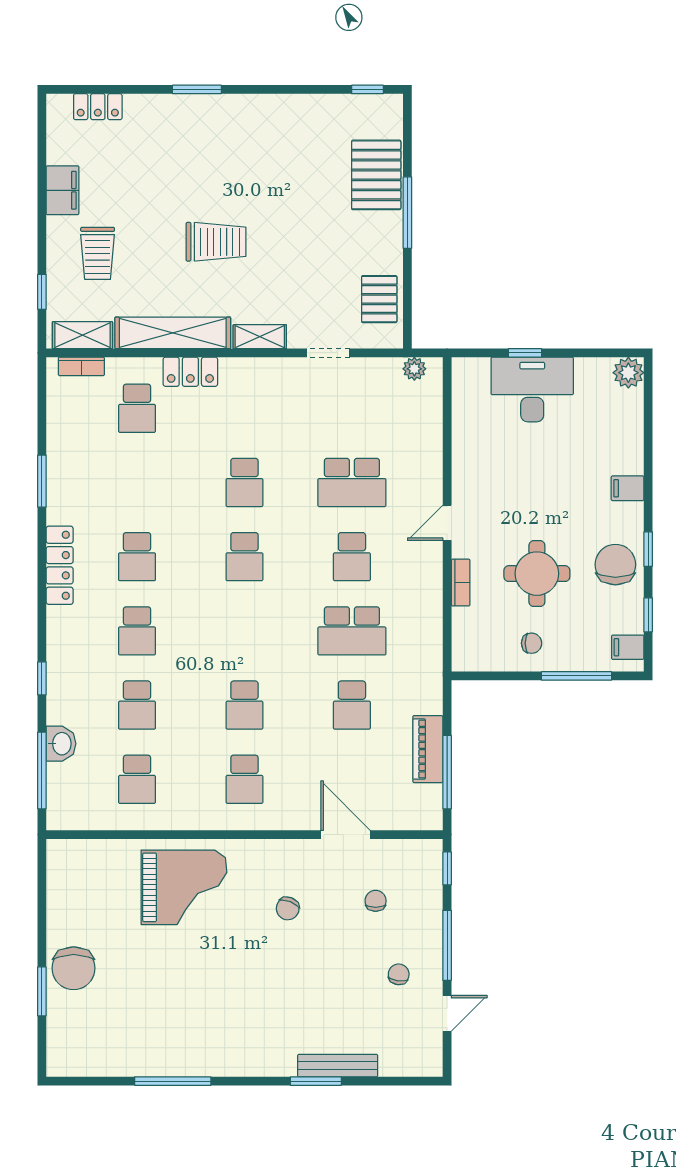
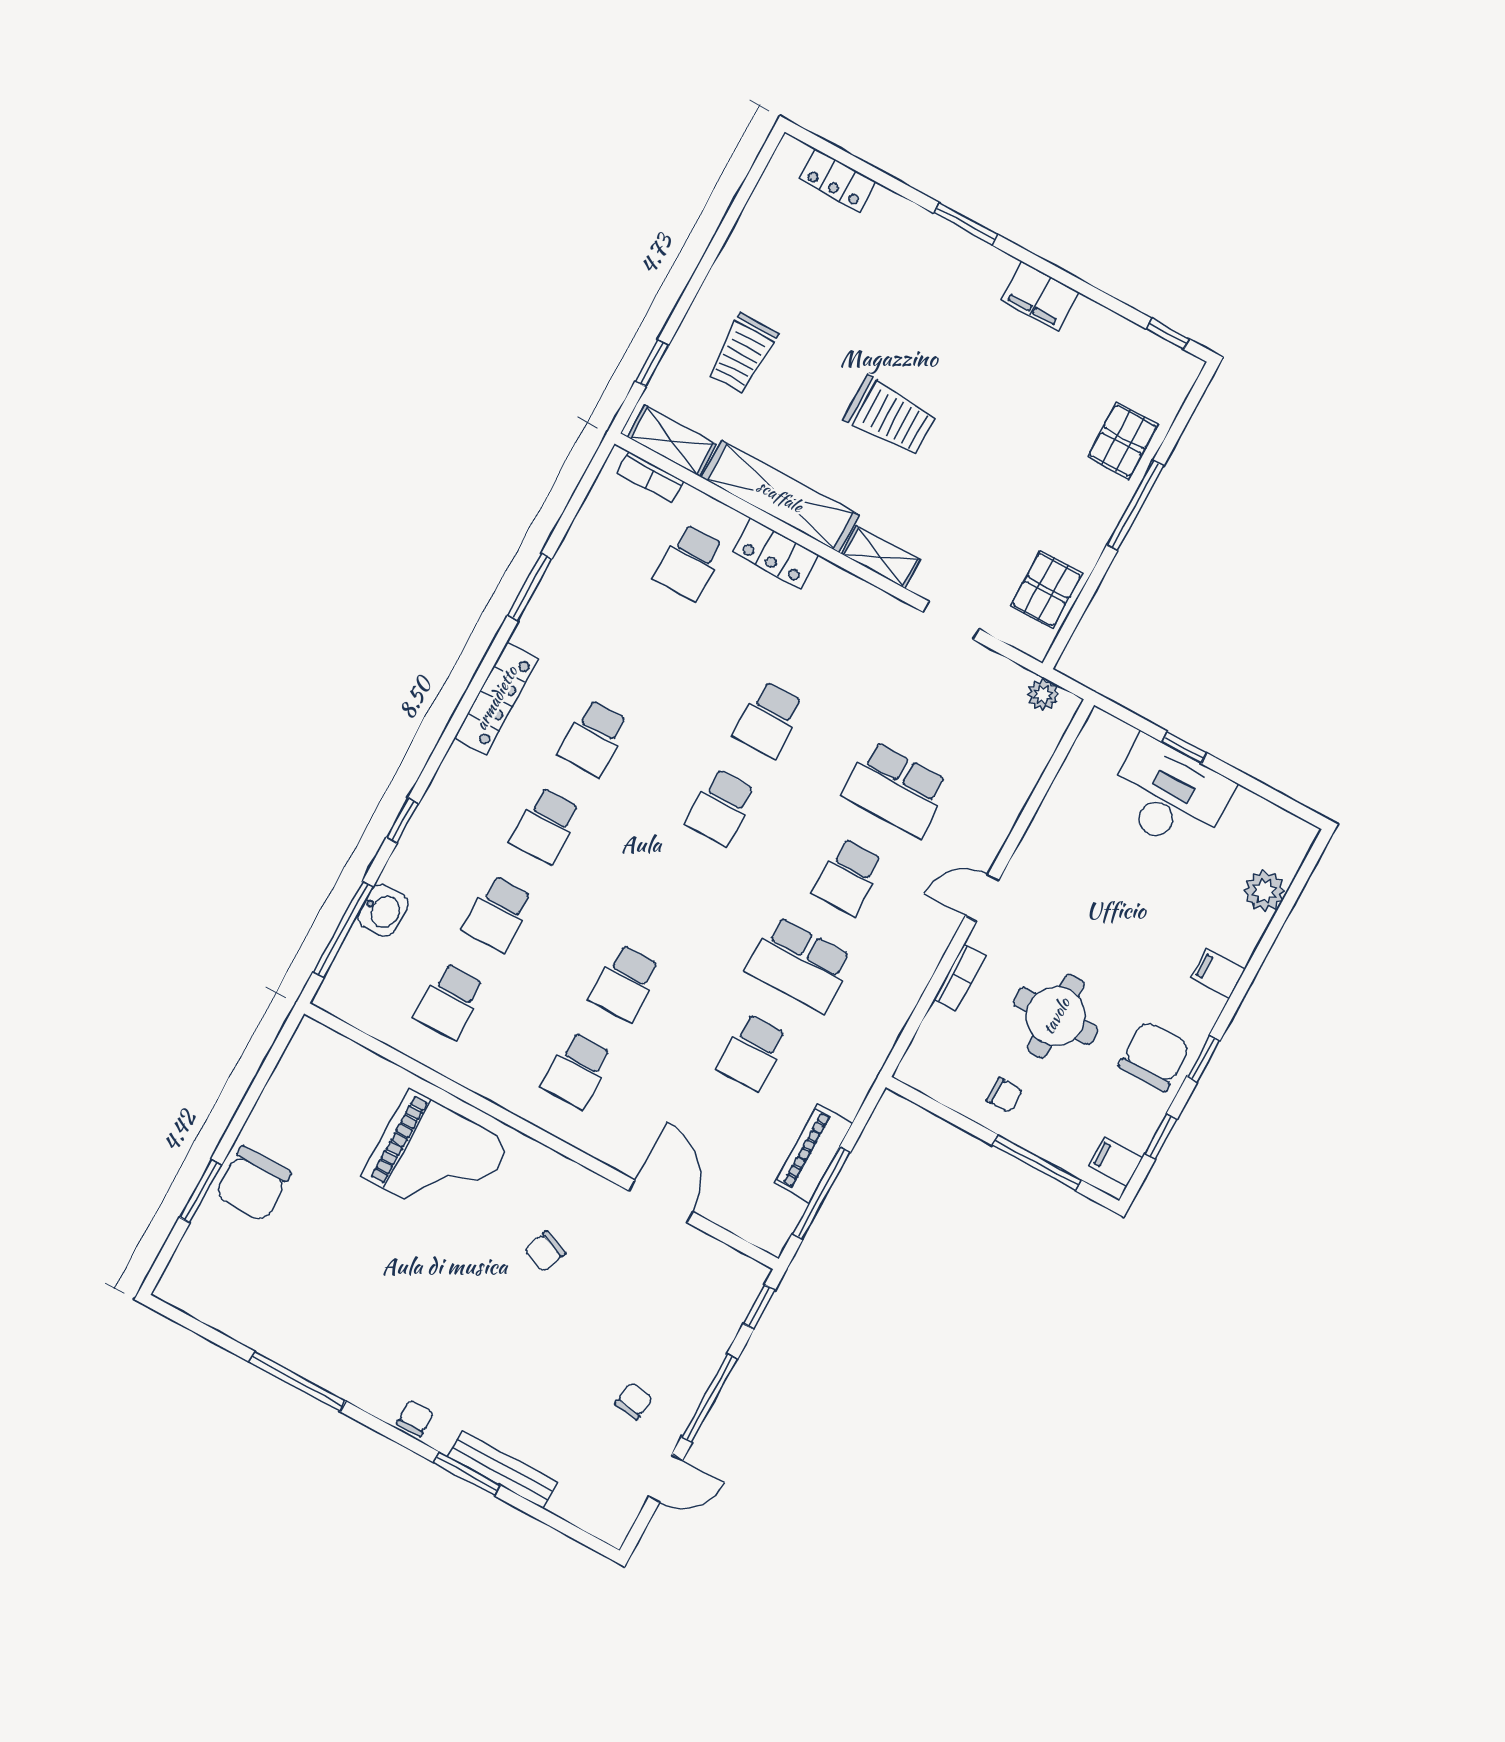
pallet: (376, 175) -> (1123, 441), width x0.67, depth x0.71
filing cabinet: (62, 190) -> (1040, 296), moved, turned 90
plant: (628, 373) -> (1264, 891), moved
chair: (376, 901) -> (415, 1418), moved

